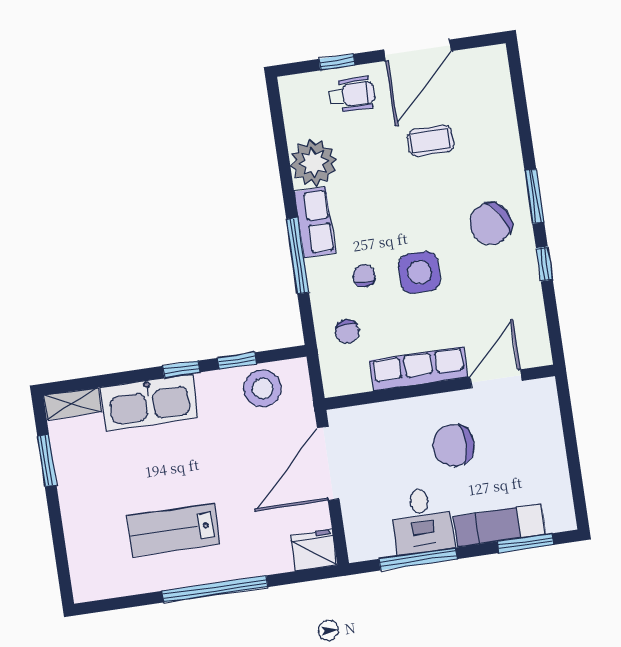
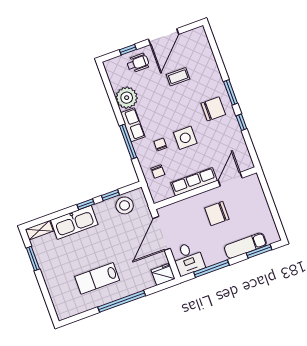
chair: (491, 224) -> (213, 109), turned -149
desk: (422, 521) -> (188, 259), moved

